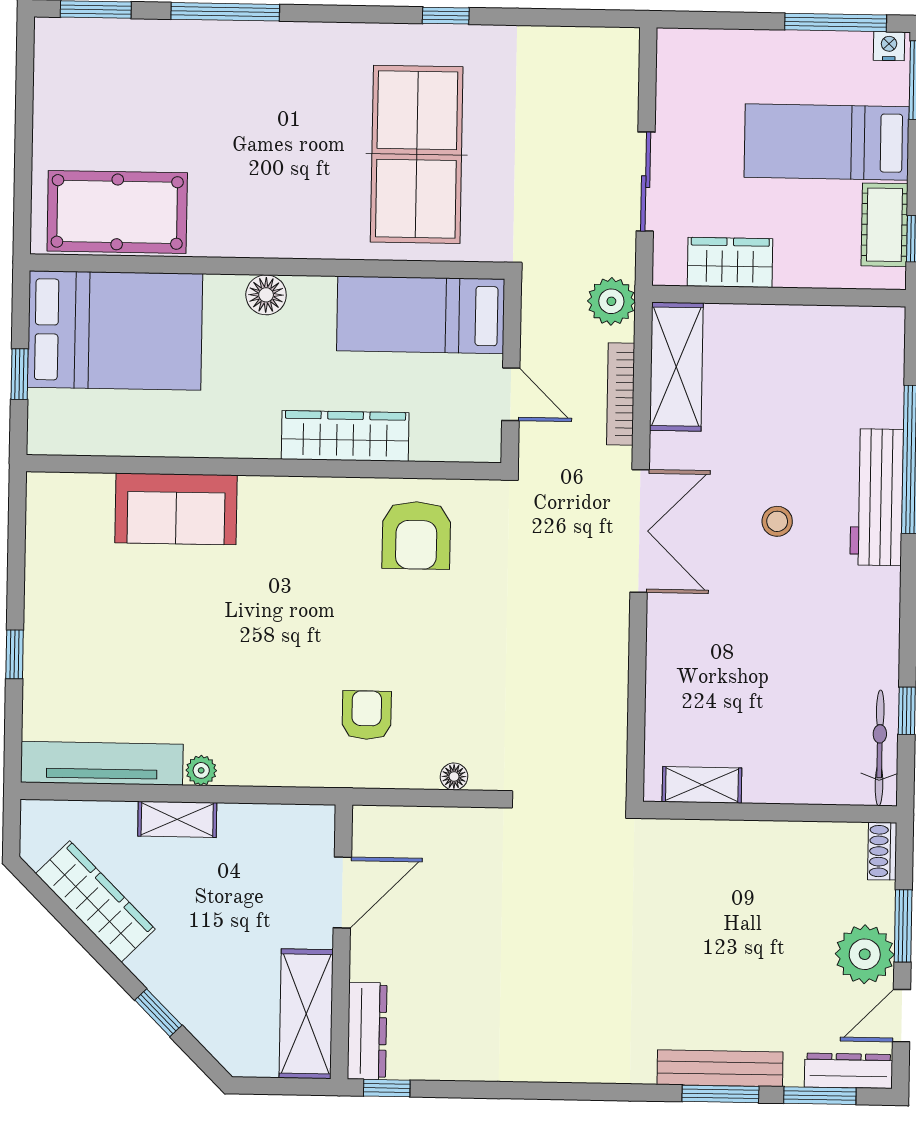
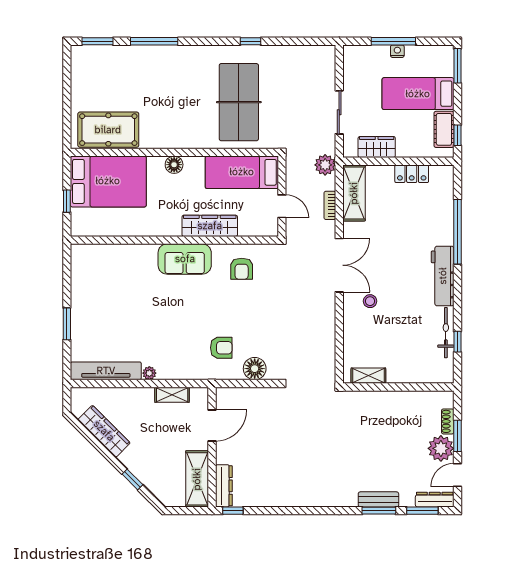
window: (836, 22) -> (393, 41), moved
nightstand: (889, 46) -> (397, 51), moved
locker: (809, 325) -> (412, 174), added
bookcase: (621, 394) -> (330, 205), width x0.64
workbench: (877, 497) -> (443, 276), moved
sofa: (176, 509) -> (185, 259), moved
stool: (777, 521) -> (370, 301), moved
armchair: (416, 535) -> (242, 269), width x0.72, depth x0.72
window: (15, 654) -> (67, 324), width x1.50
armchair: (367, 715) -> (221, 348), turned 90
bicycle: (880, 748) -> (446, 333), moved
floor lamp: (454, 777) -> (255, 369), width x1.89, depth x1.89
shelving: (177, 819) -> (172, 395), moved
shoe rack: (882, 851) -> (448, 421), moved
bench: (720, 1068) -> (378, 499), width x0.73

